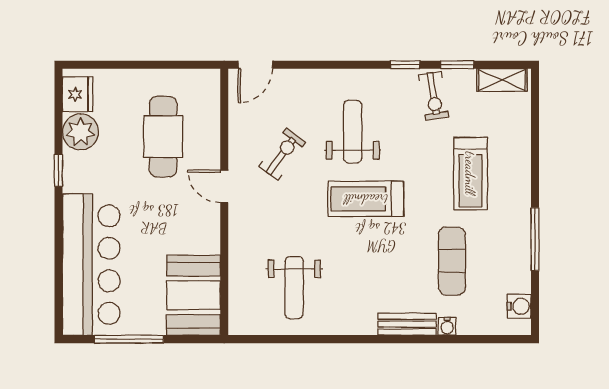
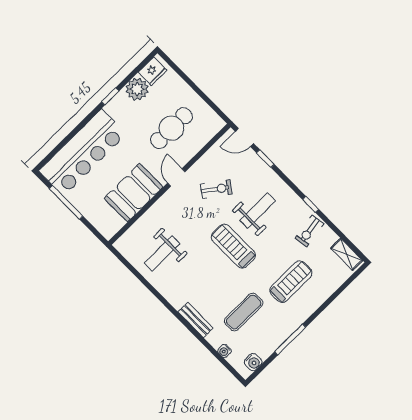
window: (457, 65) -> (265, 159), moved
treadmill: (470, 173) -> (291, 282), turned 180
booth: (194, 295) -> (134, 193), moved
water cooler: (447, 326) -> (224, 351), moved

